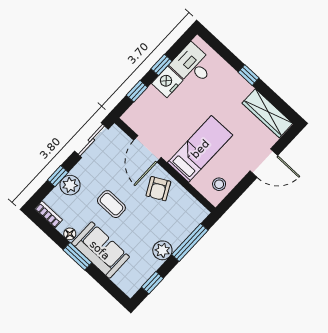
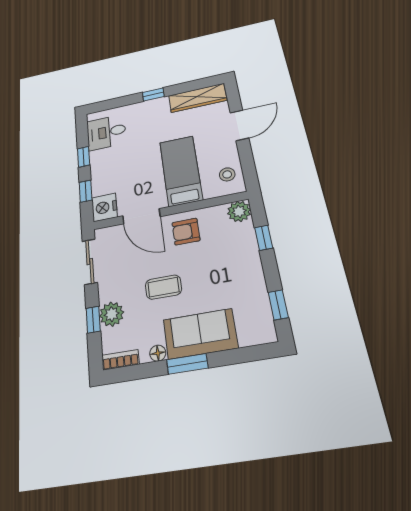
nightstand: (167, 82) -> (104, 207), moved
armchair: (158, 189) -> (186, 232), turned 118
window: (190, 242) -> (264, 238), width x0.46
plant: (162, 250) -> (239, 211), moved

